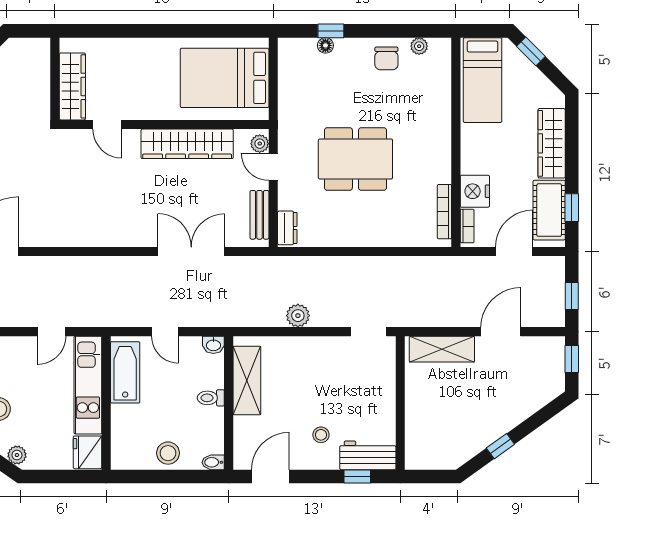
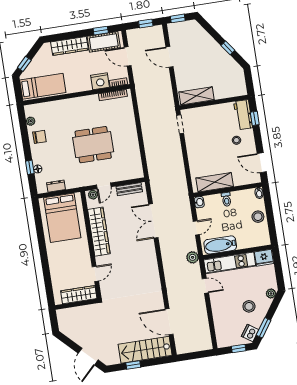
dining table: (355, 159) -> (93, 145), turned 90
dresser: (287, 228) -> (56, 186), moved
plant: (298, 316) -> (193, 257), moved
shelving: (442, 349) -> (197, 96), moved, turned 90

